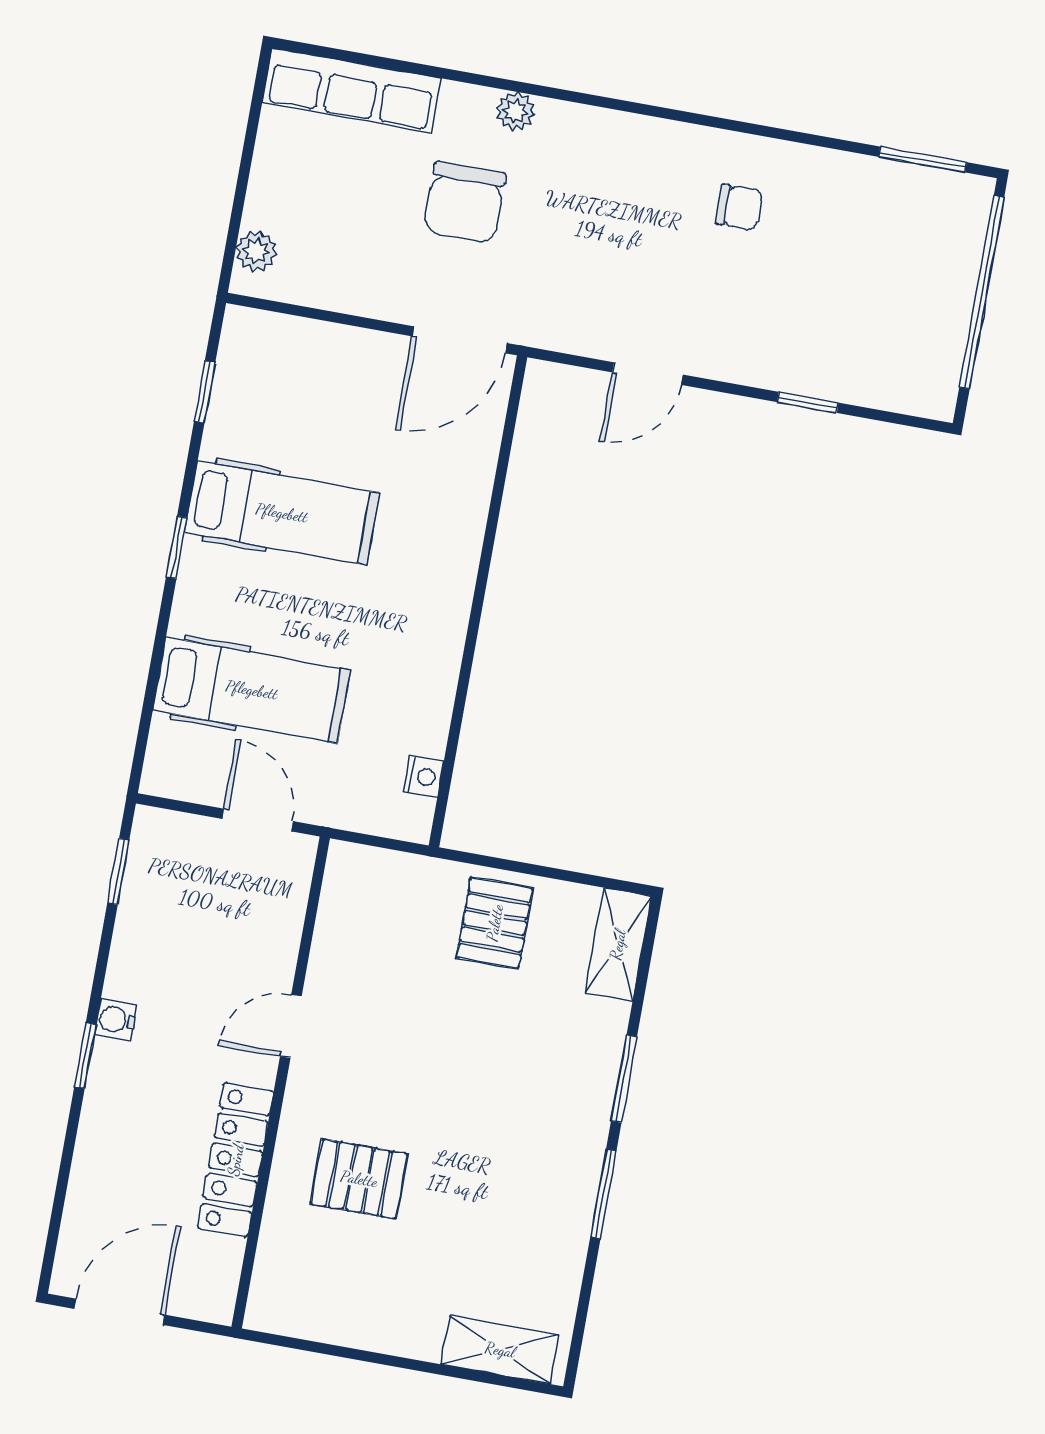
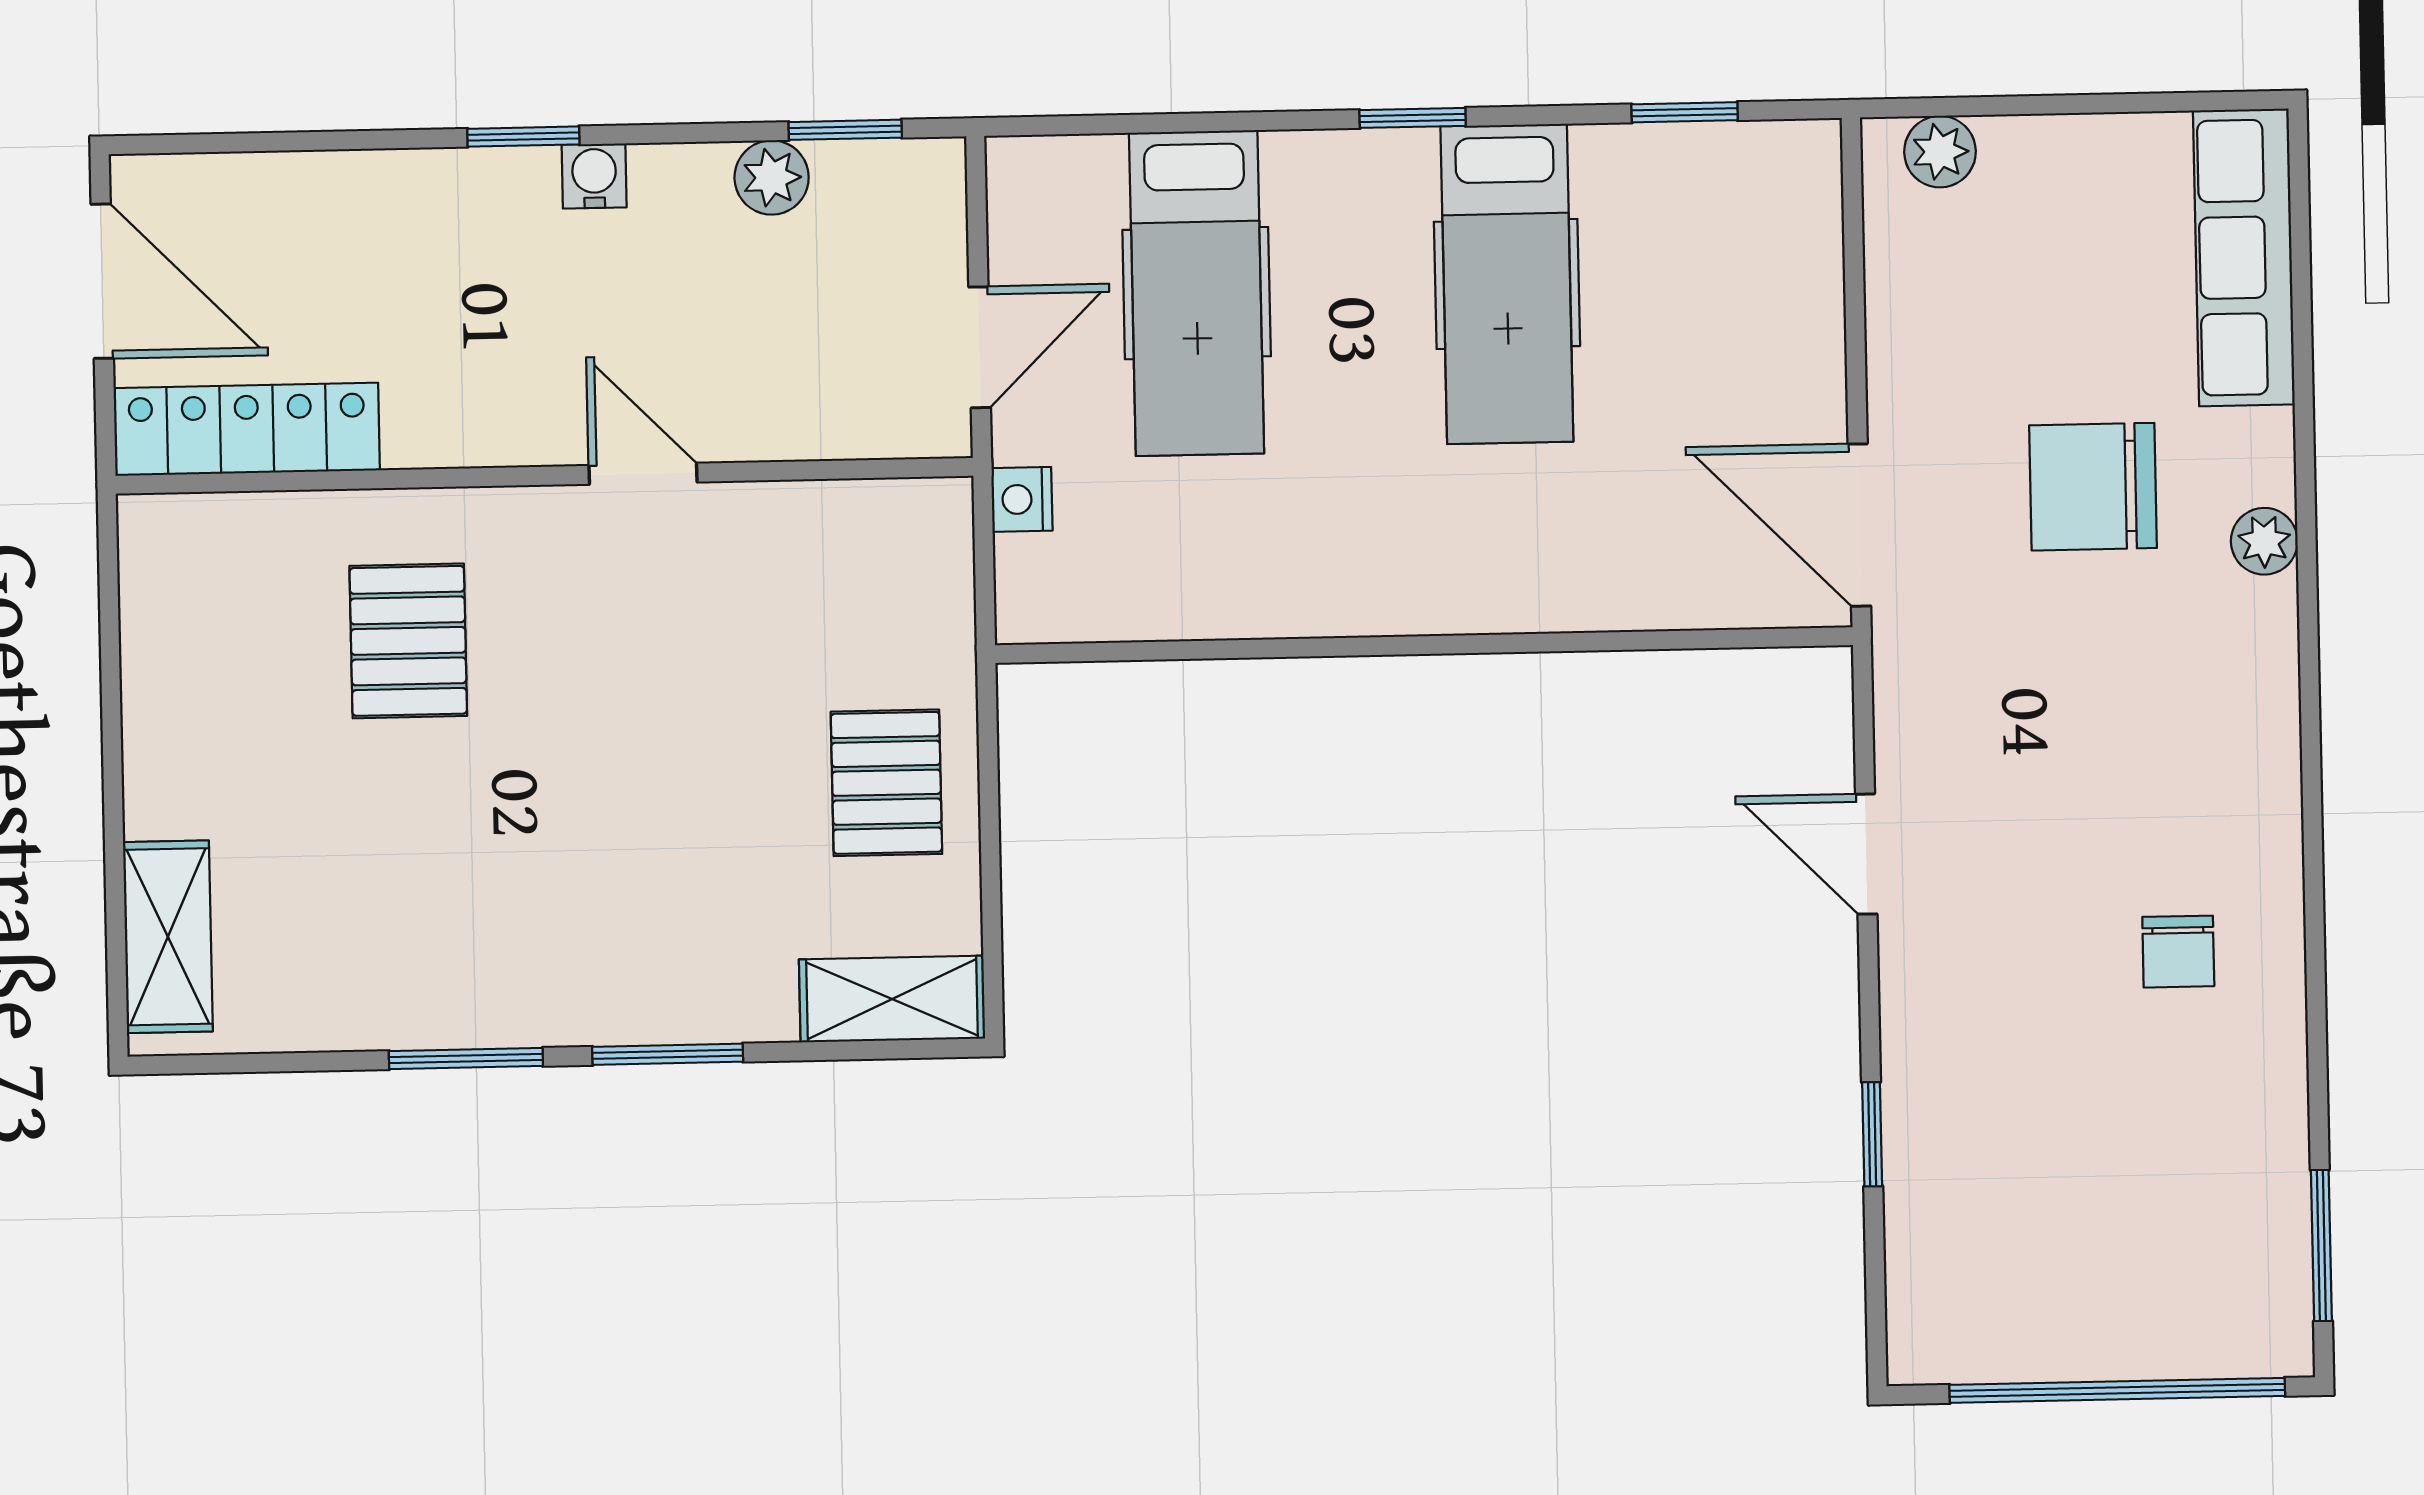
nightstand: (423, 777) -> (1022, 499), moved, turned 90
plant: (137, 919) -> (772, 177), added
pallet: (495, 923) -> (886, 783), turned 90
locker: (236, 1160) -> (247, 429), moved

